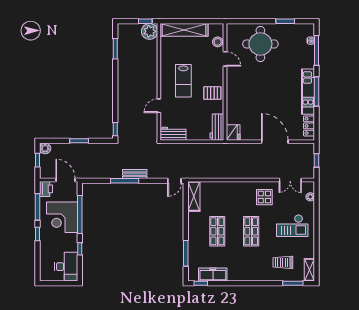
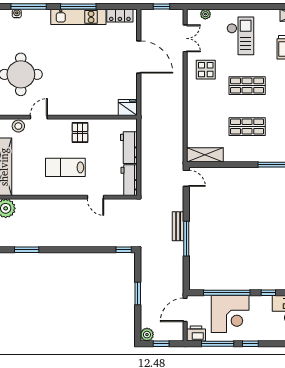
lab bench: (183, 81) -> (65, 167), turned 180
workbench: (217, 127) -> (129, 148), moved, turned 90
door: (275, 142) -> (139, 57), swing flipped

